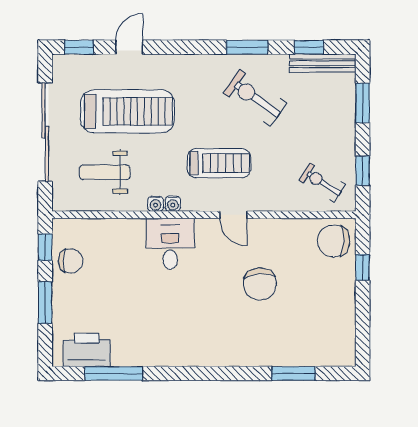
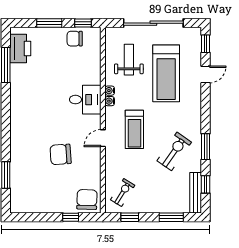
door: (129, 47) -> (205, 74), hinge flipped
chair: (71, 261) -> (75, 39), turned 90

